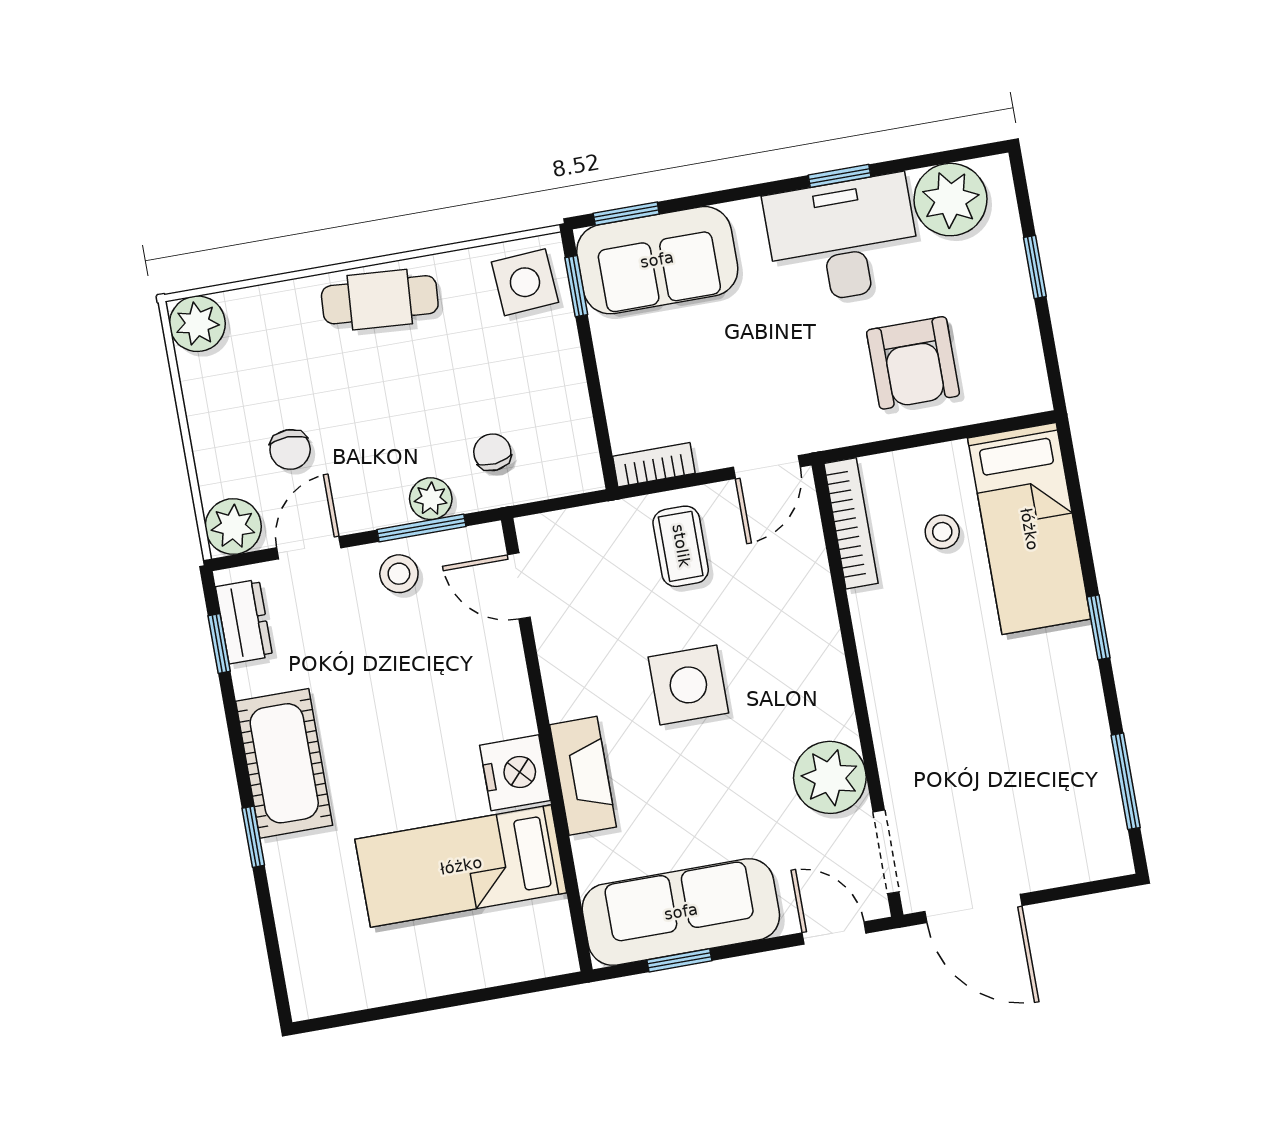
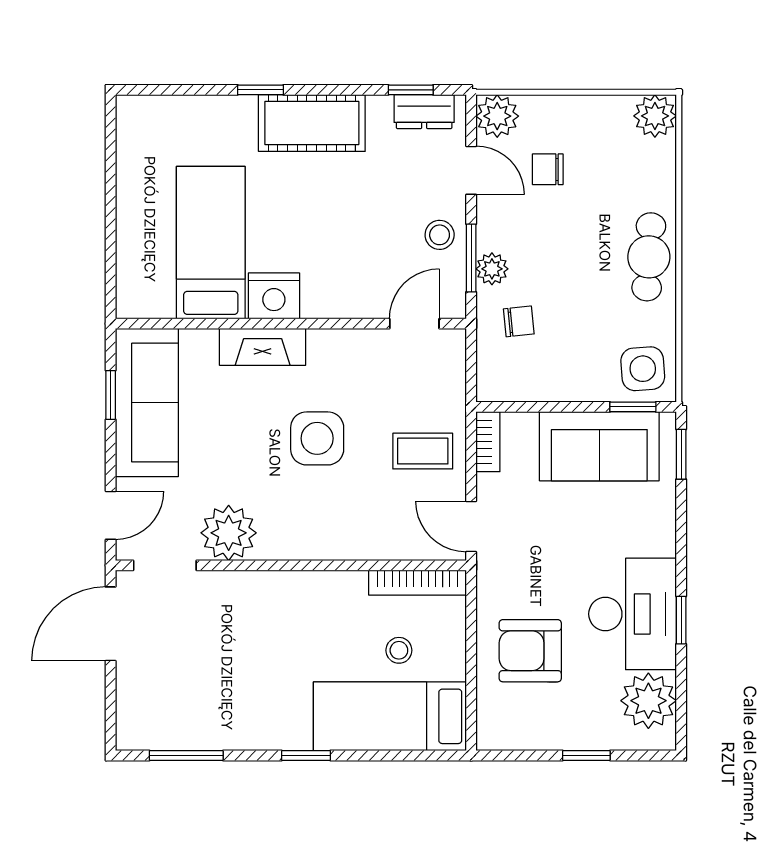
sofa: (657, 260) -> (599, 446), moved, turned -90

